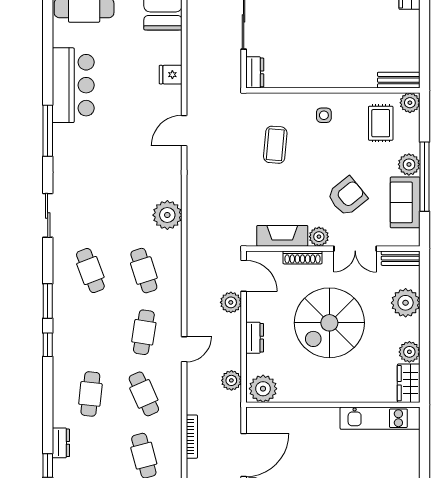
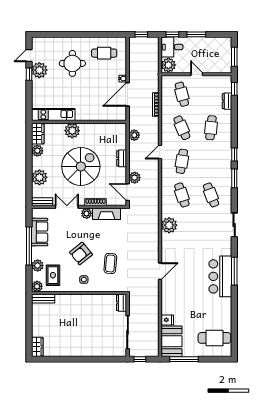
fridge: (171, 75) -> (167, 320), moved
bar counter: (73, 85) -> (220, 276), moved
plant: (409, 164) -> (38, 266), moved
armchair: (347, 196) -> (81, 254), moved
plant: (263, 389) -> (72, 131), moved

